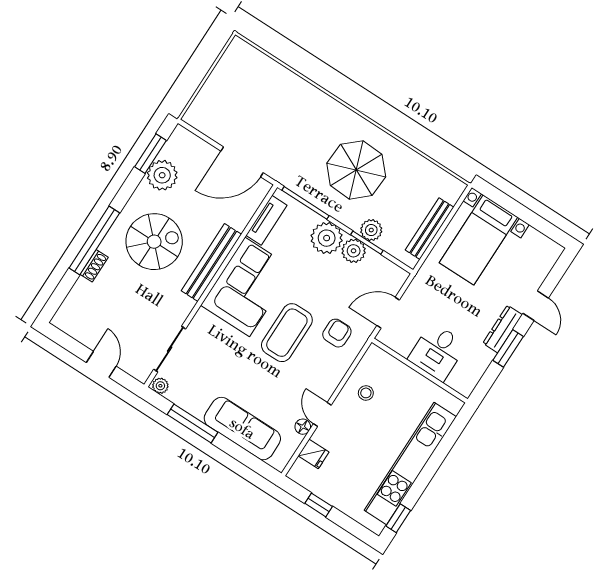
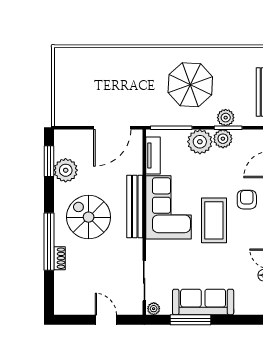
spiral stairs: (154, 242) -> (89, 217), turned -90
sofa: (242, 429) -> (203, 302), moved

